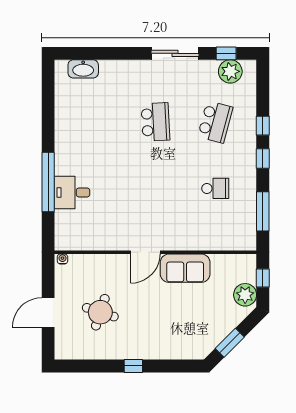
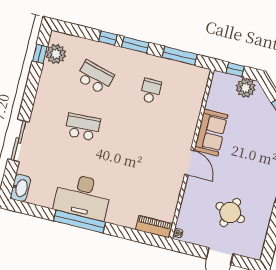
sliding door: (175, 53) -> (18, 141), moved
washbasin: (83, 69) -> (20, 188), moved
window: (263, 158) -> (135, 45), width x1.50
window: (48, 182) -> (80, 222), moved
desk: (72, 192) -> (83, 196), moved, width x1.87, depth x1.30
piano: (63, 230) -> (154, 226), added

